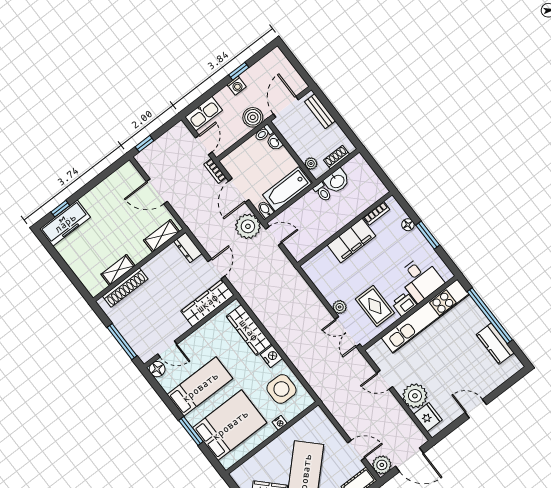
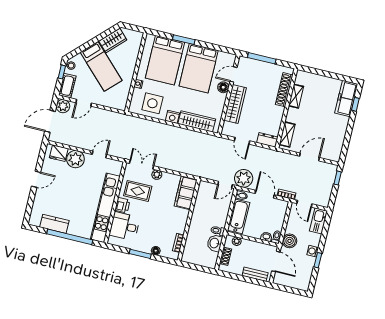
filing cabinet: (351, 241) -> (186, 193), moved
wardrobe: (207, 303) -> (235, 104), moved
floor lamp: (157, 369) -> (223, 87), moved
bed: (200, 387) -> (199, 68), width x1.50

